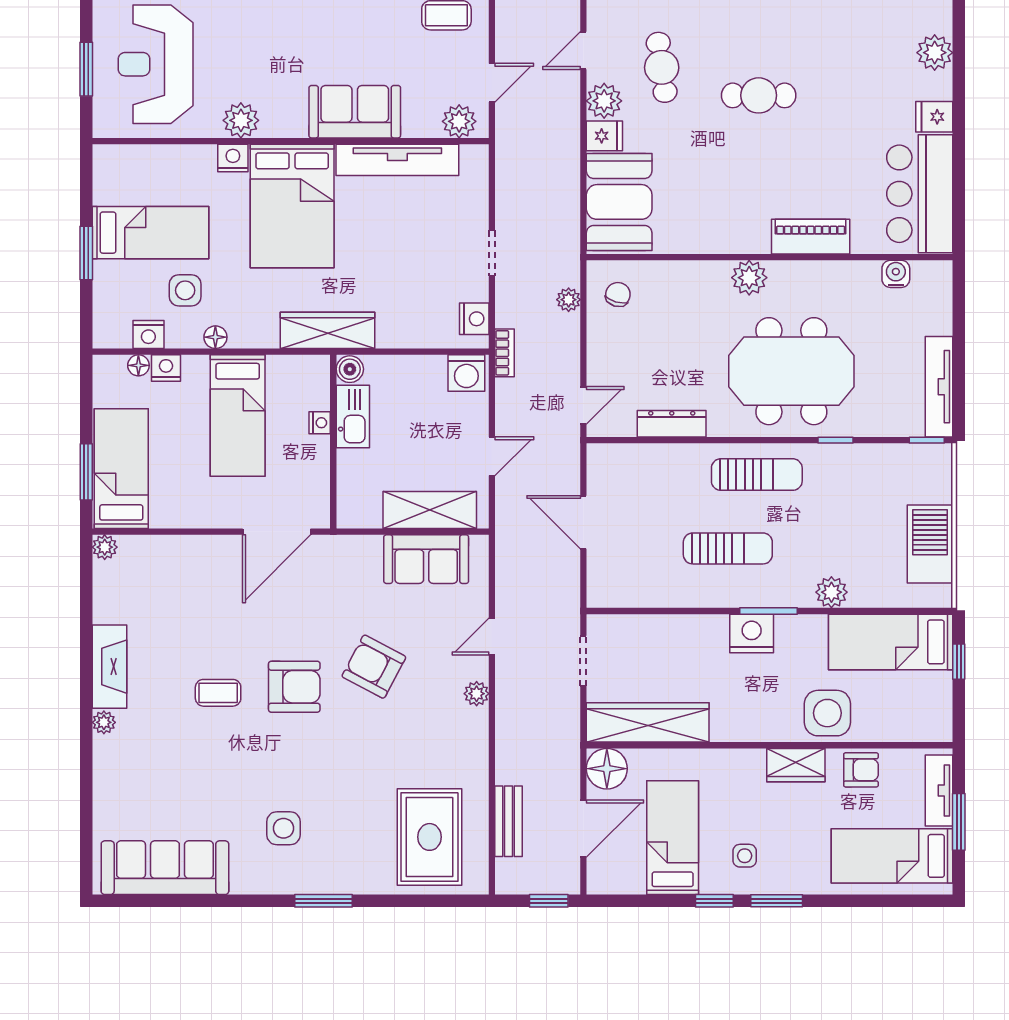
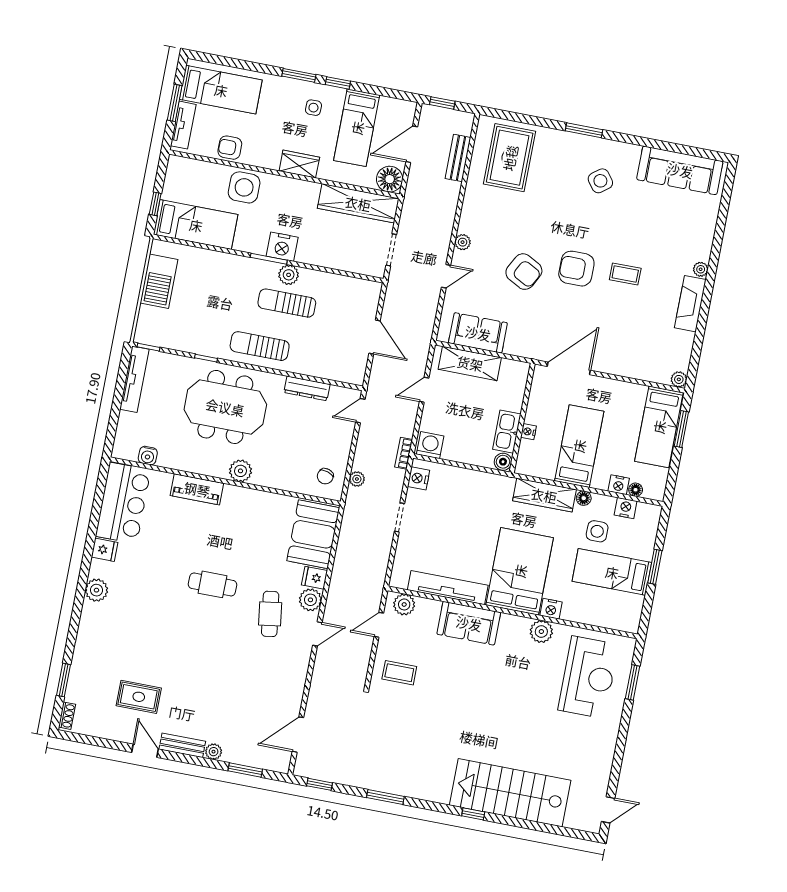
wardrobe: (328, 330) -> (544, 495), moved
plant: (831, 592) -> (289, 275), moved
wardrobe: (796, 765) -> (299, 164), moved
side table: (283, 828) -> (600, 181), turned -37

